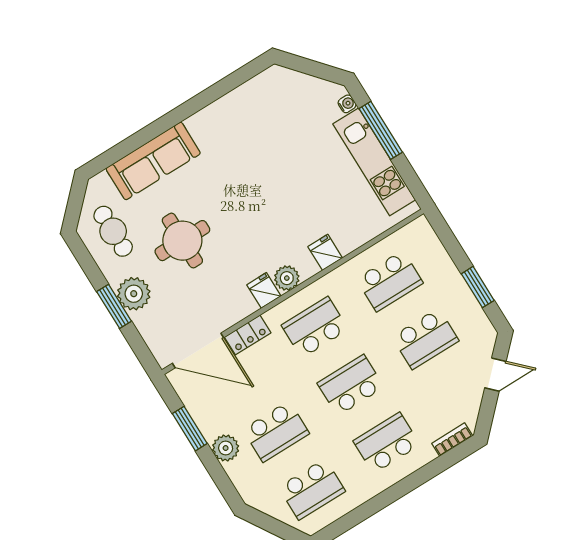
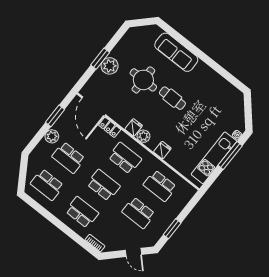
cafe table: (113, 231) -> (172, 98), moved, turned 90

